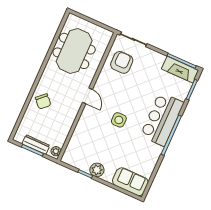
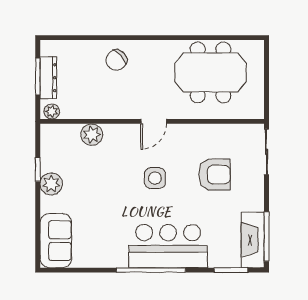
armchair: (122, 62) -> (214, 174), moved
side table: (119, 120) -> (155, 178), moved
plant: (79, 134) -> (92, 135), added

